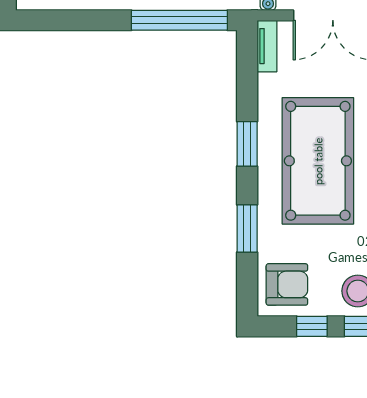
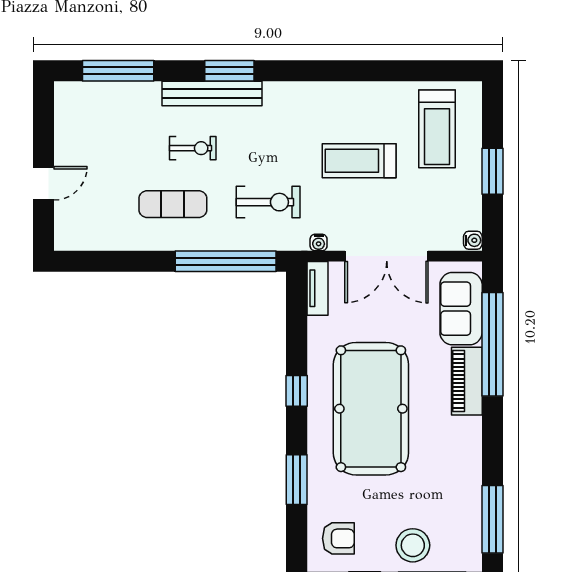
window: (247, 144) -> (297, 391), width x0.67
armchair: (287, 284) -> (338, 538), width x0.72, depth x0.72

